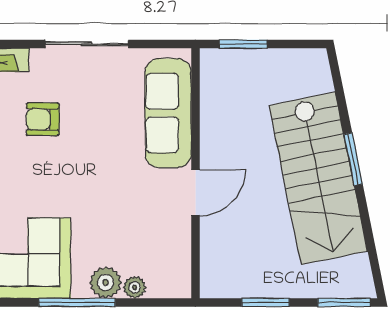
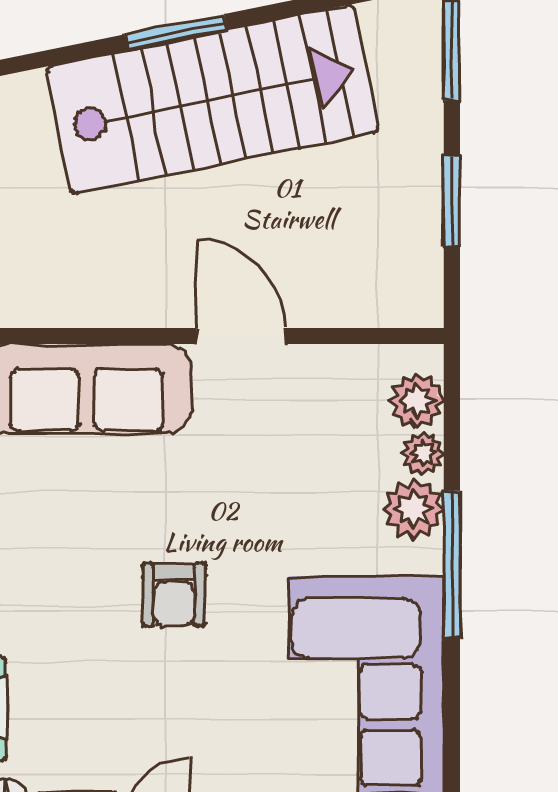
armchair: (43, 119) -> (174, 595), moved
plant: (162, 284) -> (417, 401), added

